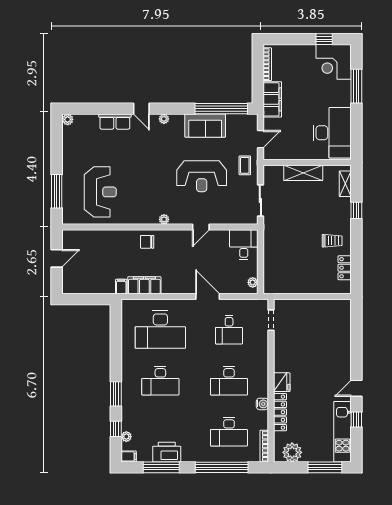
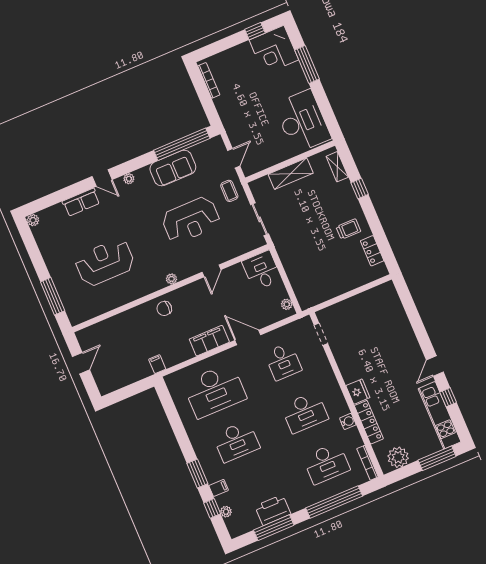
filing cabinet: (272, 99) -> (229, 113), removed
reception desk: (100, 192) -> (105, 262), moved, turned -90
filing cabinet: (144, 285) -> (209, 341), moved
filing cabinet: (129, 456) -> (219, 488), moved

